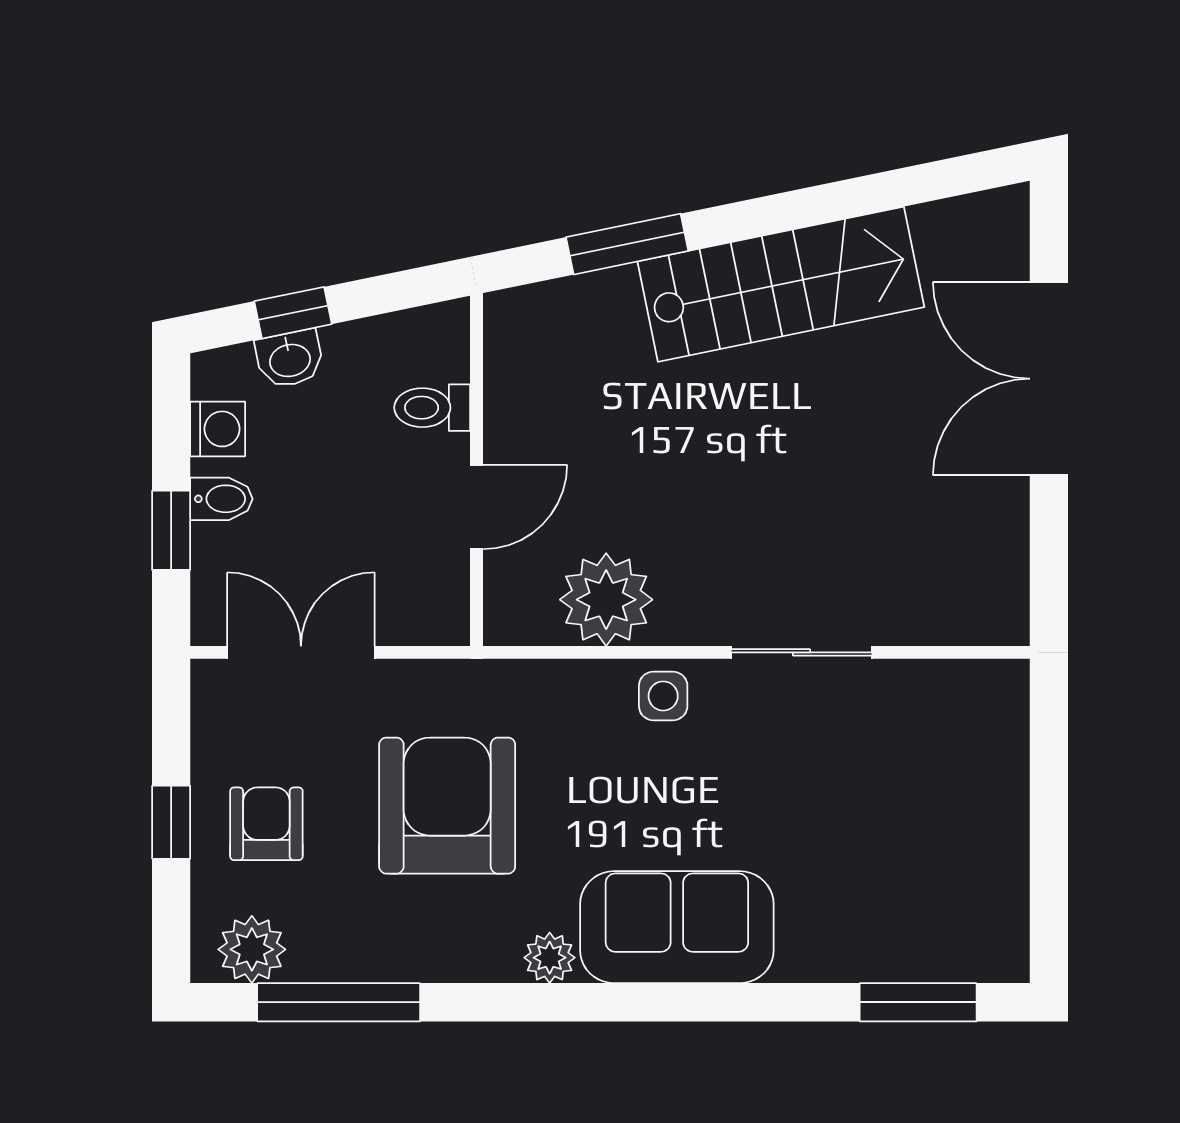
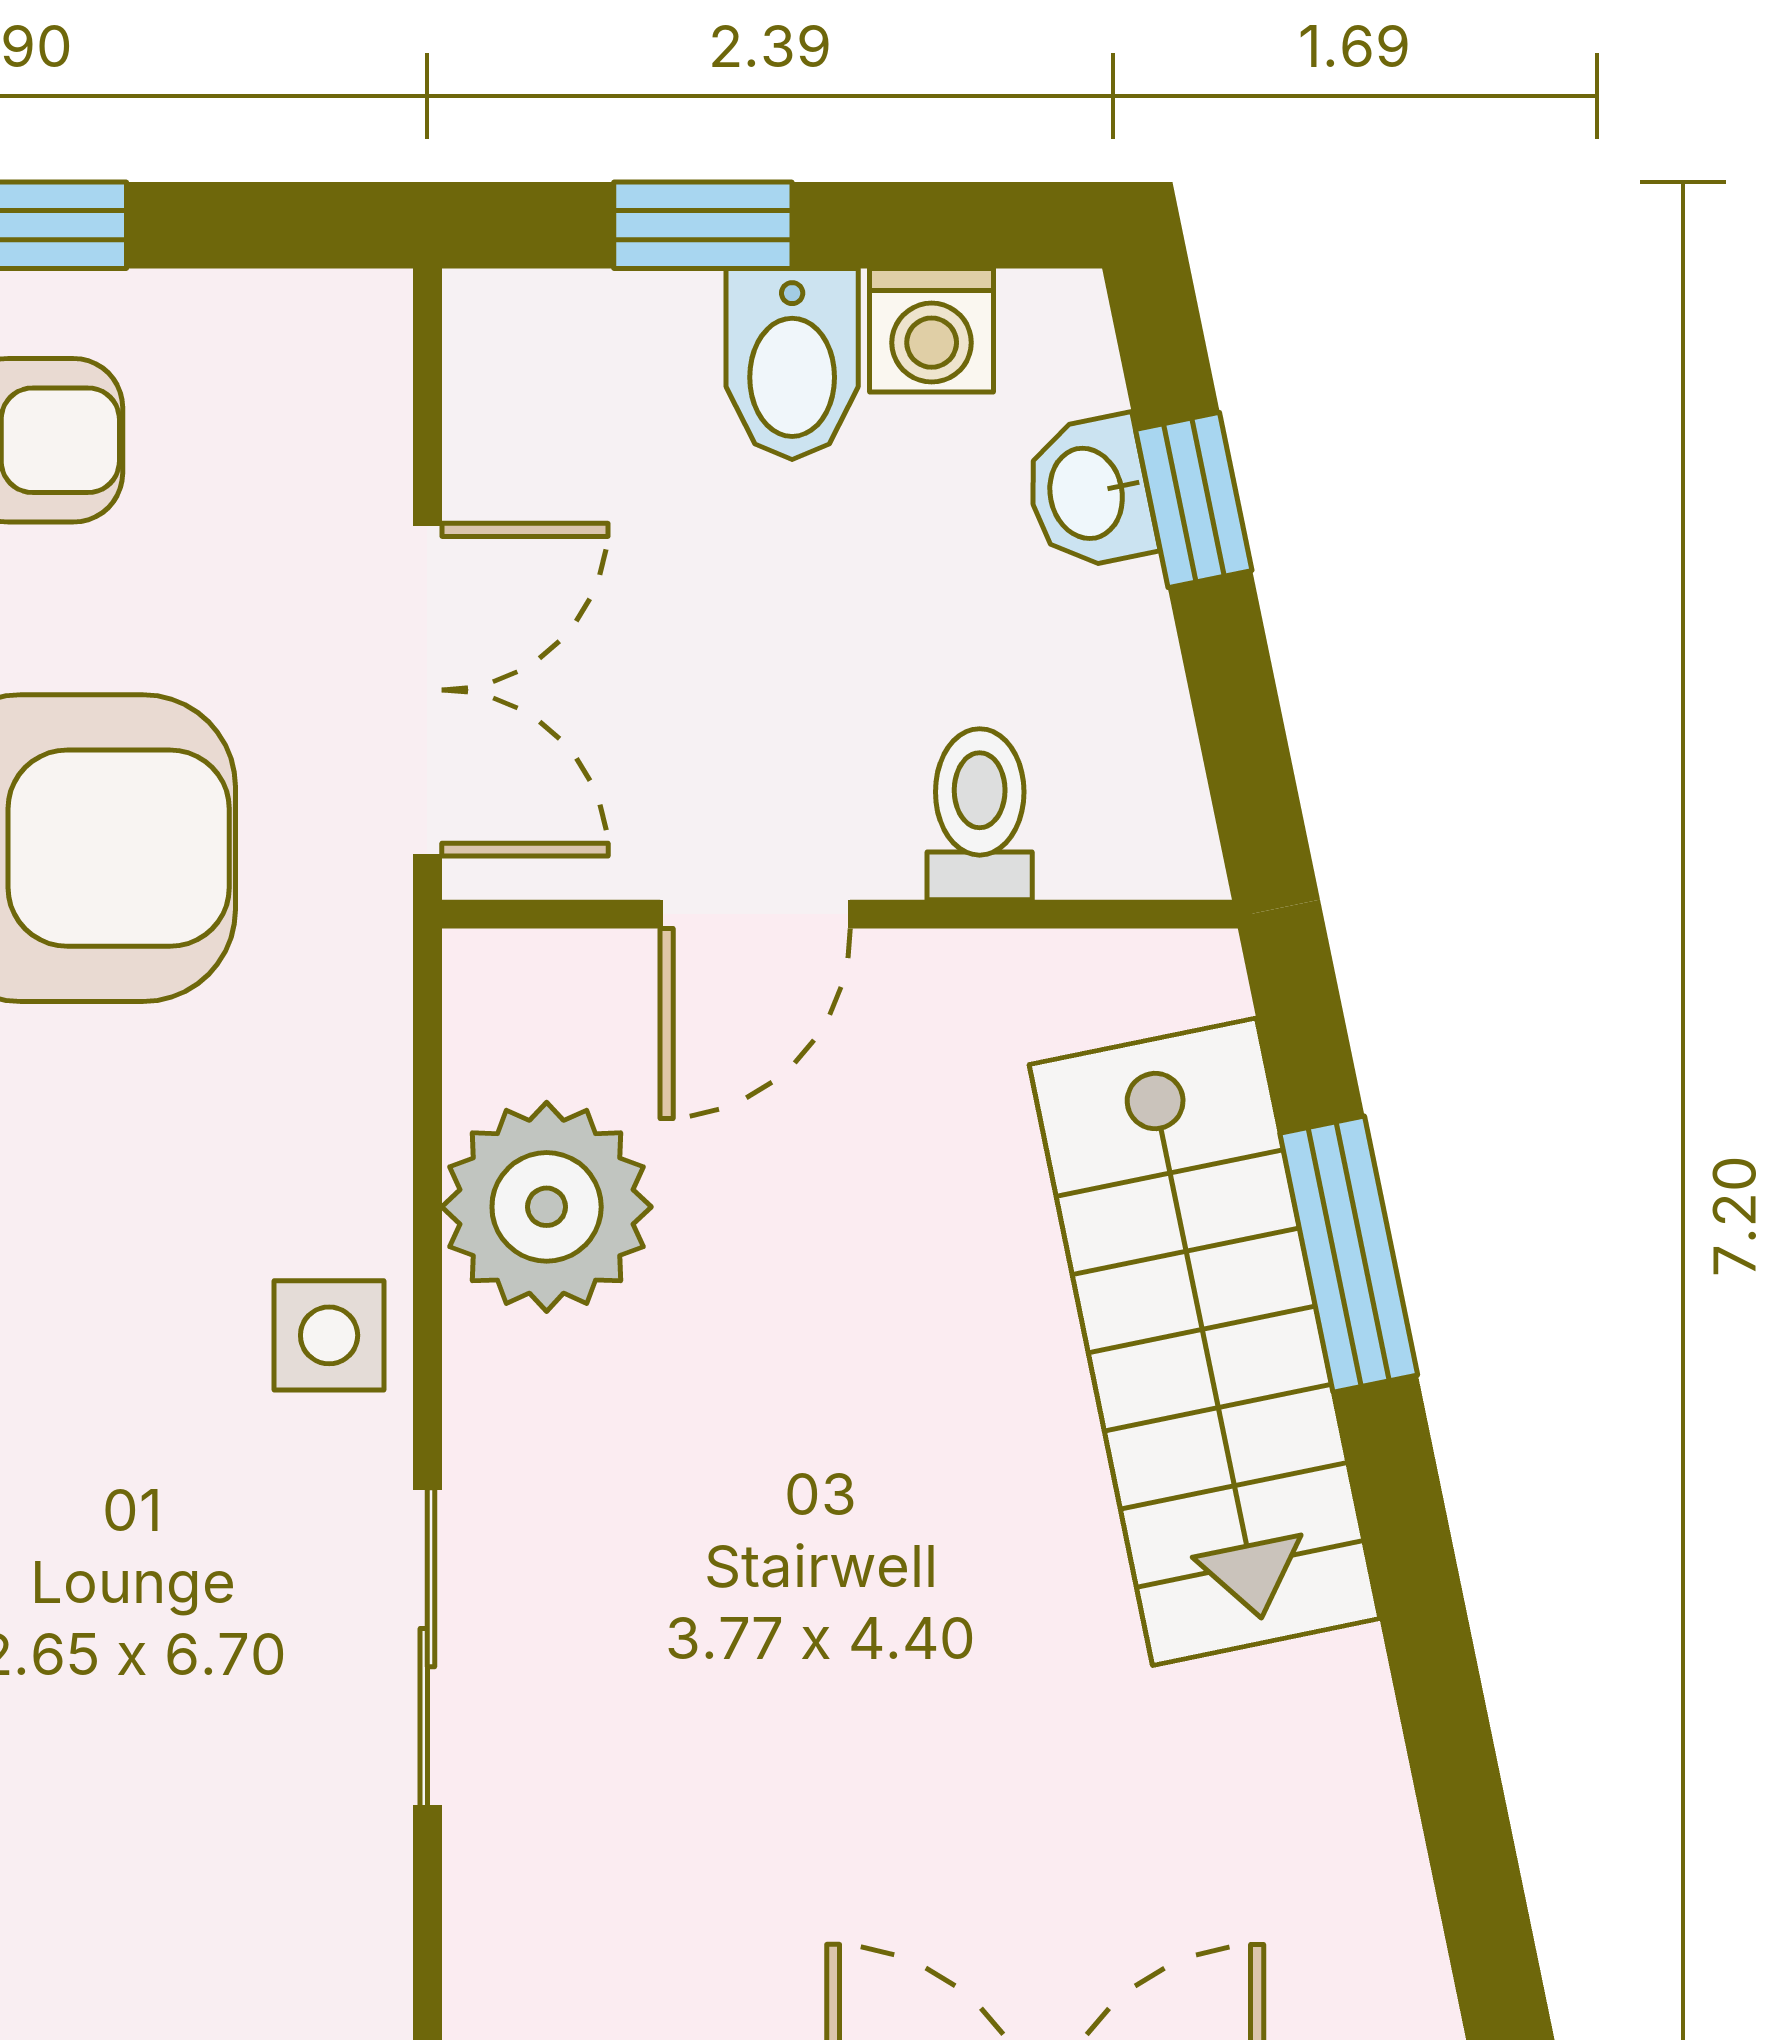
stairs: (781, 284) -> (1205, 1342), moved
bidet: (221, 499) -> (792, 364), width x1.38, depth x1.36
door: (476, 507) -> (755, 914), hinge flipped
double door: (301, 652) -> (427, 690), moved

